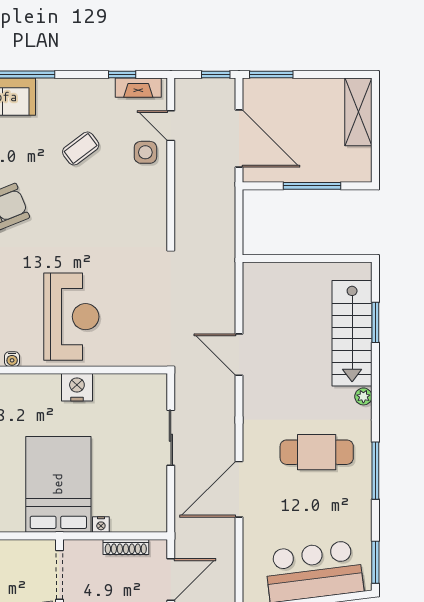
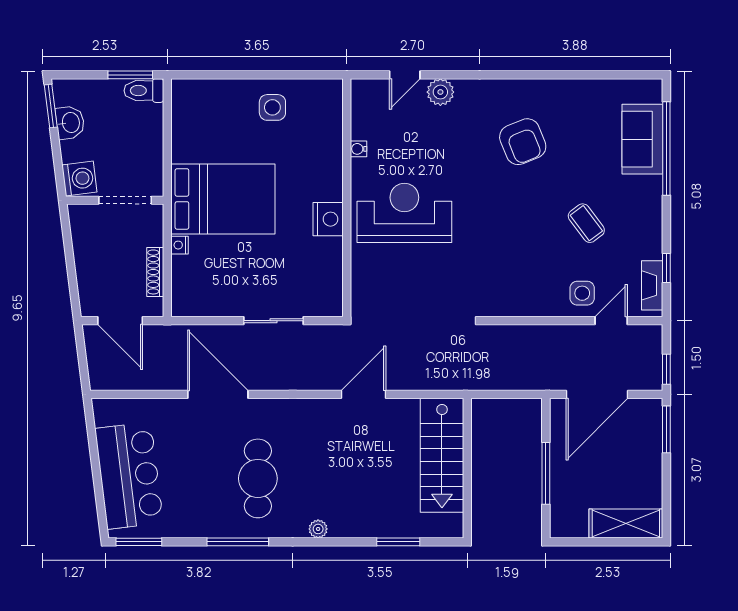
reception desk: (71, 317) -> (404, 213), turned 180
stairs: (352, 333) -> (442, 455), moved, turned -90

